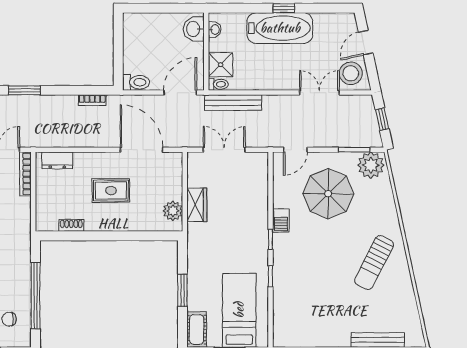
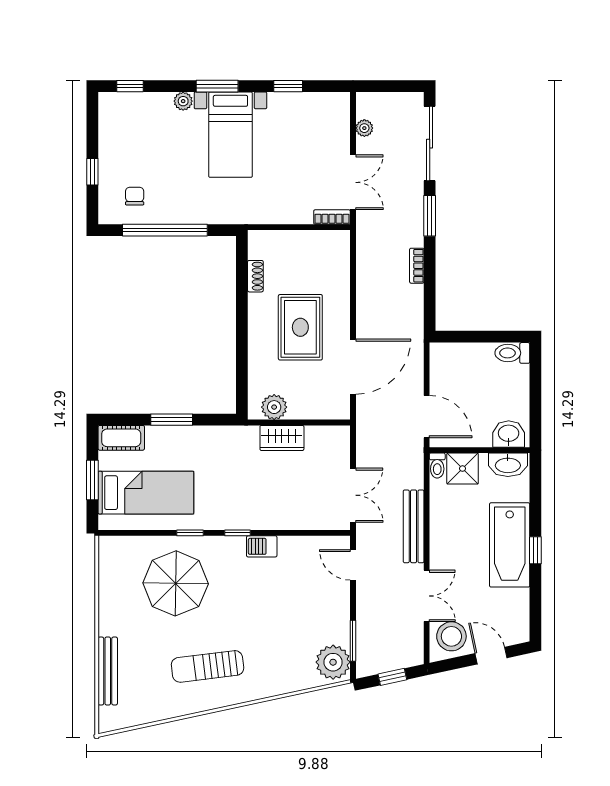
washbasin: (215, 29) -> (508, 465), width x1.91, depth x1.45
toilet: (136, 82) -> (512, 353), moved, turned 90
bookcase: (92, 100) -> (417, 266), moved
bench: (233, 103) -> (414, 526), moved
double door: (224, 150) -> (353, 495), moved
dresser: (57, 160) -> (339, 258), removed
bookcase: (25, 174) -> (332, 217), width x0.64
rug: (111, 191) -> (300, 327), width x1.36, depth x1.43
parasol: (328, 194) -> (176, 583), moved
sun lounger: (374, 263) -> (208, 666), turned -34

